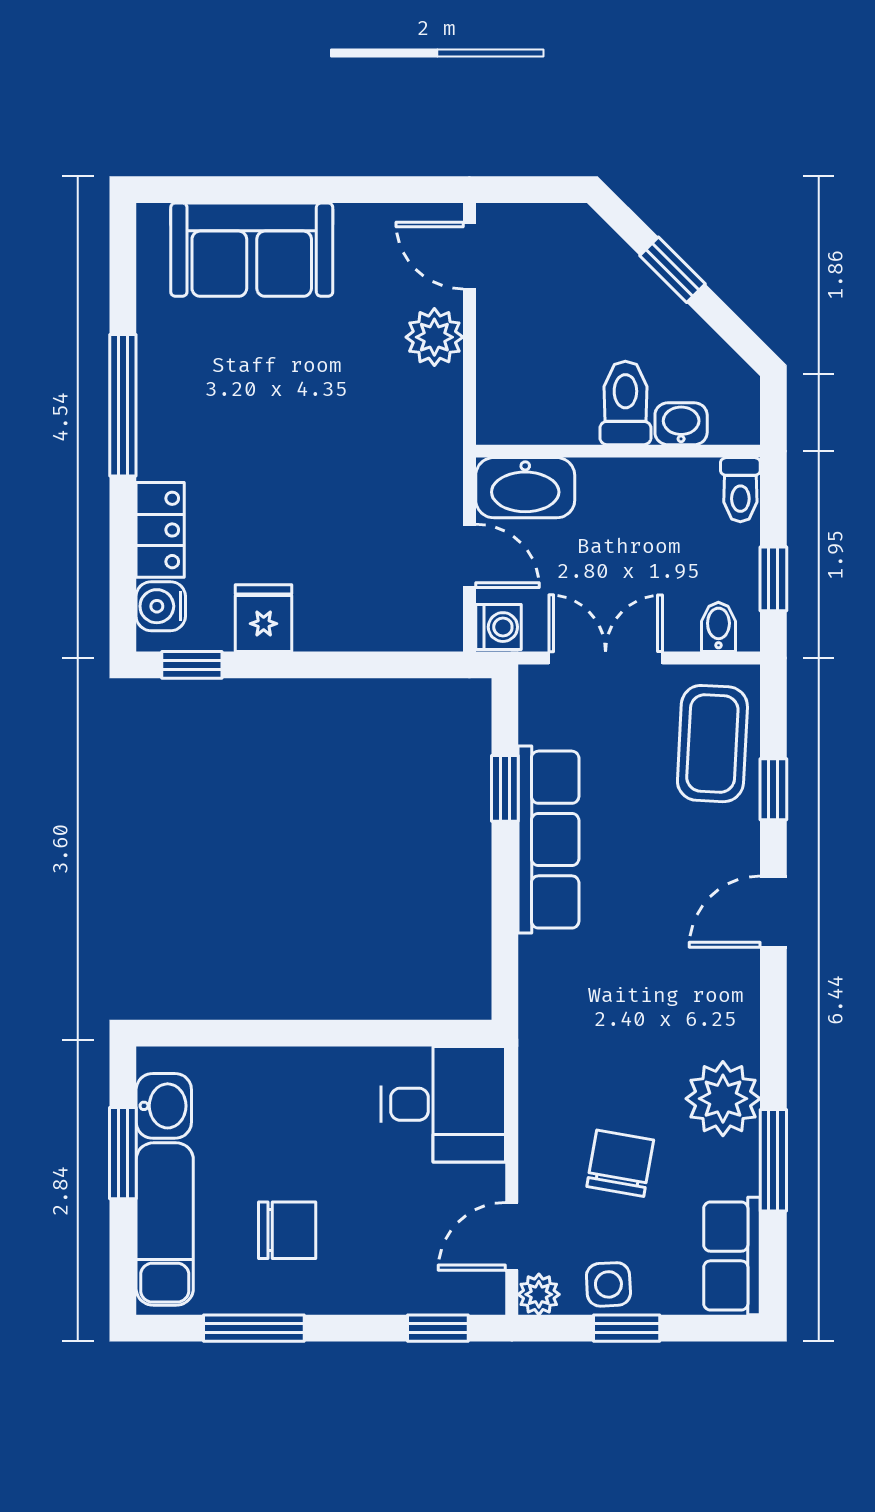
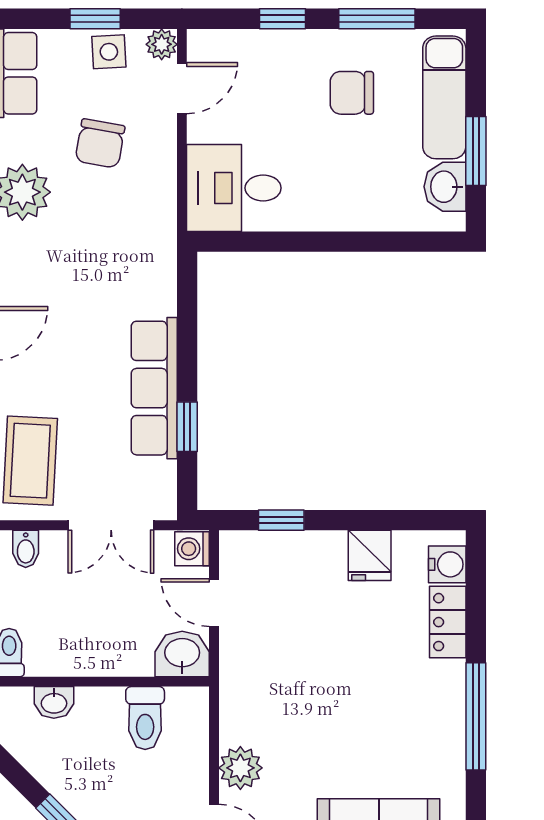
toilet: (625, 403) -> (145, 718), moved
washbasin: (525, 488) -> (182, 654), width x0.72
window: (192, 665) -> (281, 520), moved
window: (438, 1328) -> (283, 19), moved

